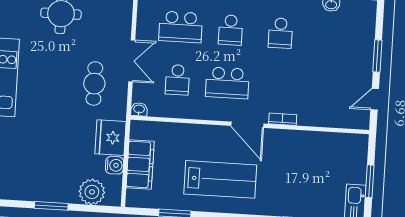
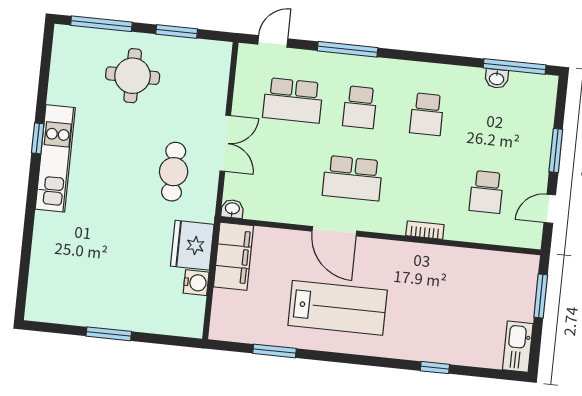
school desk: (177, 80) -> (486, 192), moved
door: (247, 125) -> (334, 231), moved
filing cabinet: (140, 165) -> (233, 256), moved
window: (370, 181) -> (541, 296), moved
plant: (92, 192) -> (164, 317), removed

